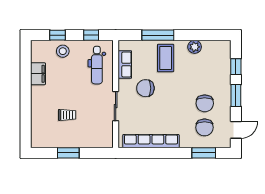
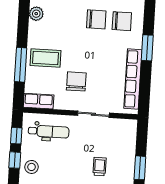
window: (57, 35) -> (15, 160), moved
plant: (195, 47) -> (36, 14), moved
row of seats: (125, 65) -> (39, 101), moved
chair: (145, 88) -> (76, 81), turned 180
window: (204, 153) -> (147, 48), moved

